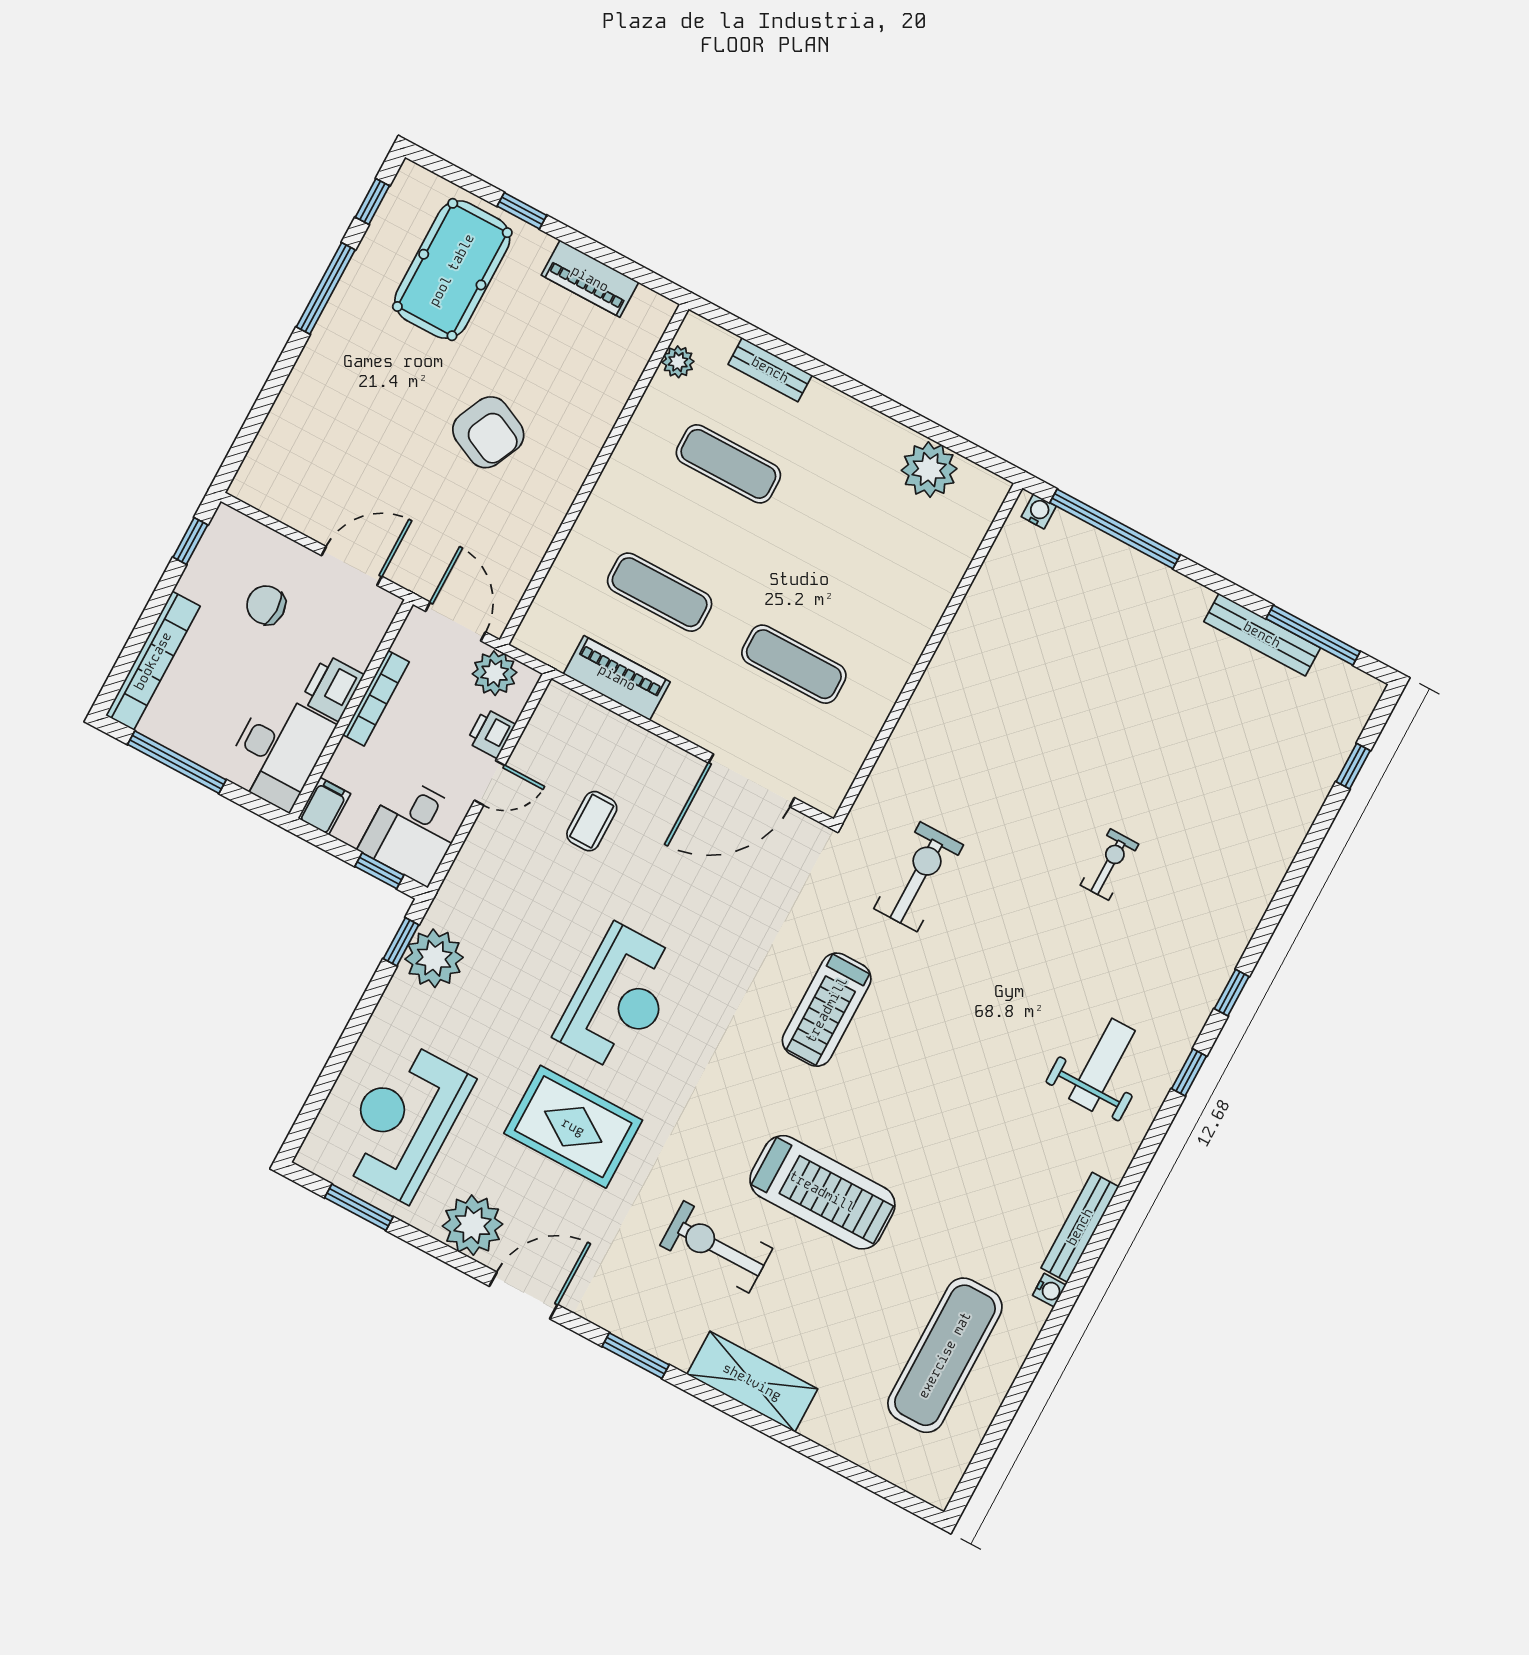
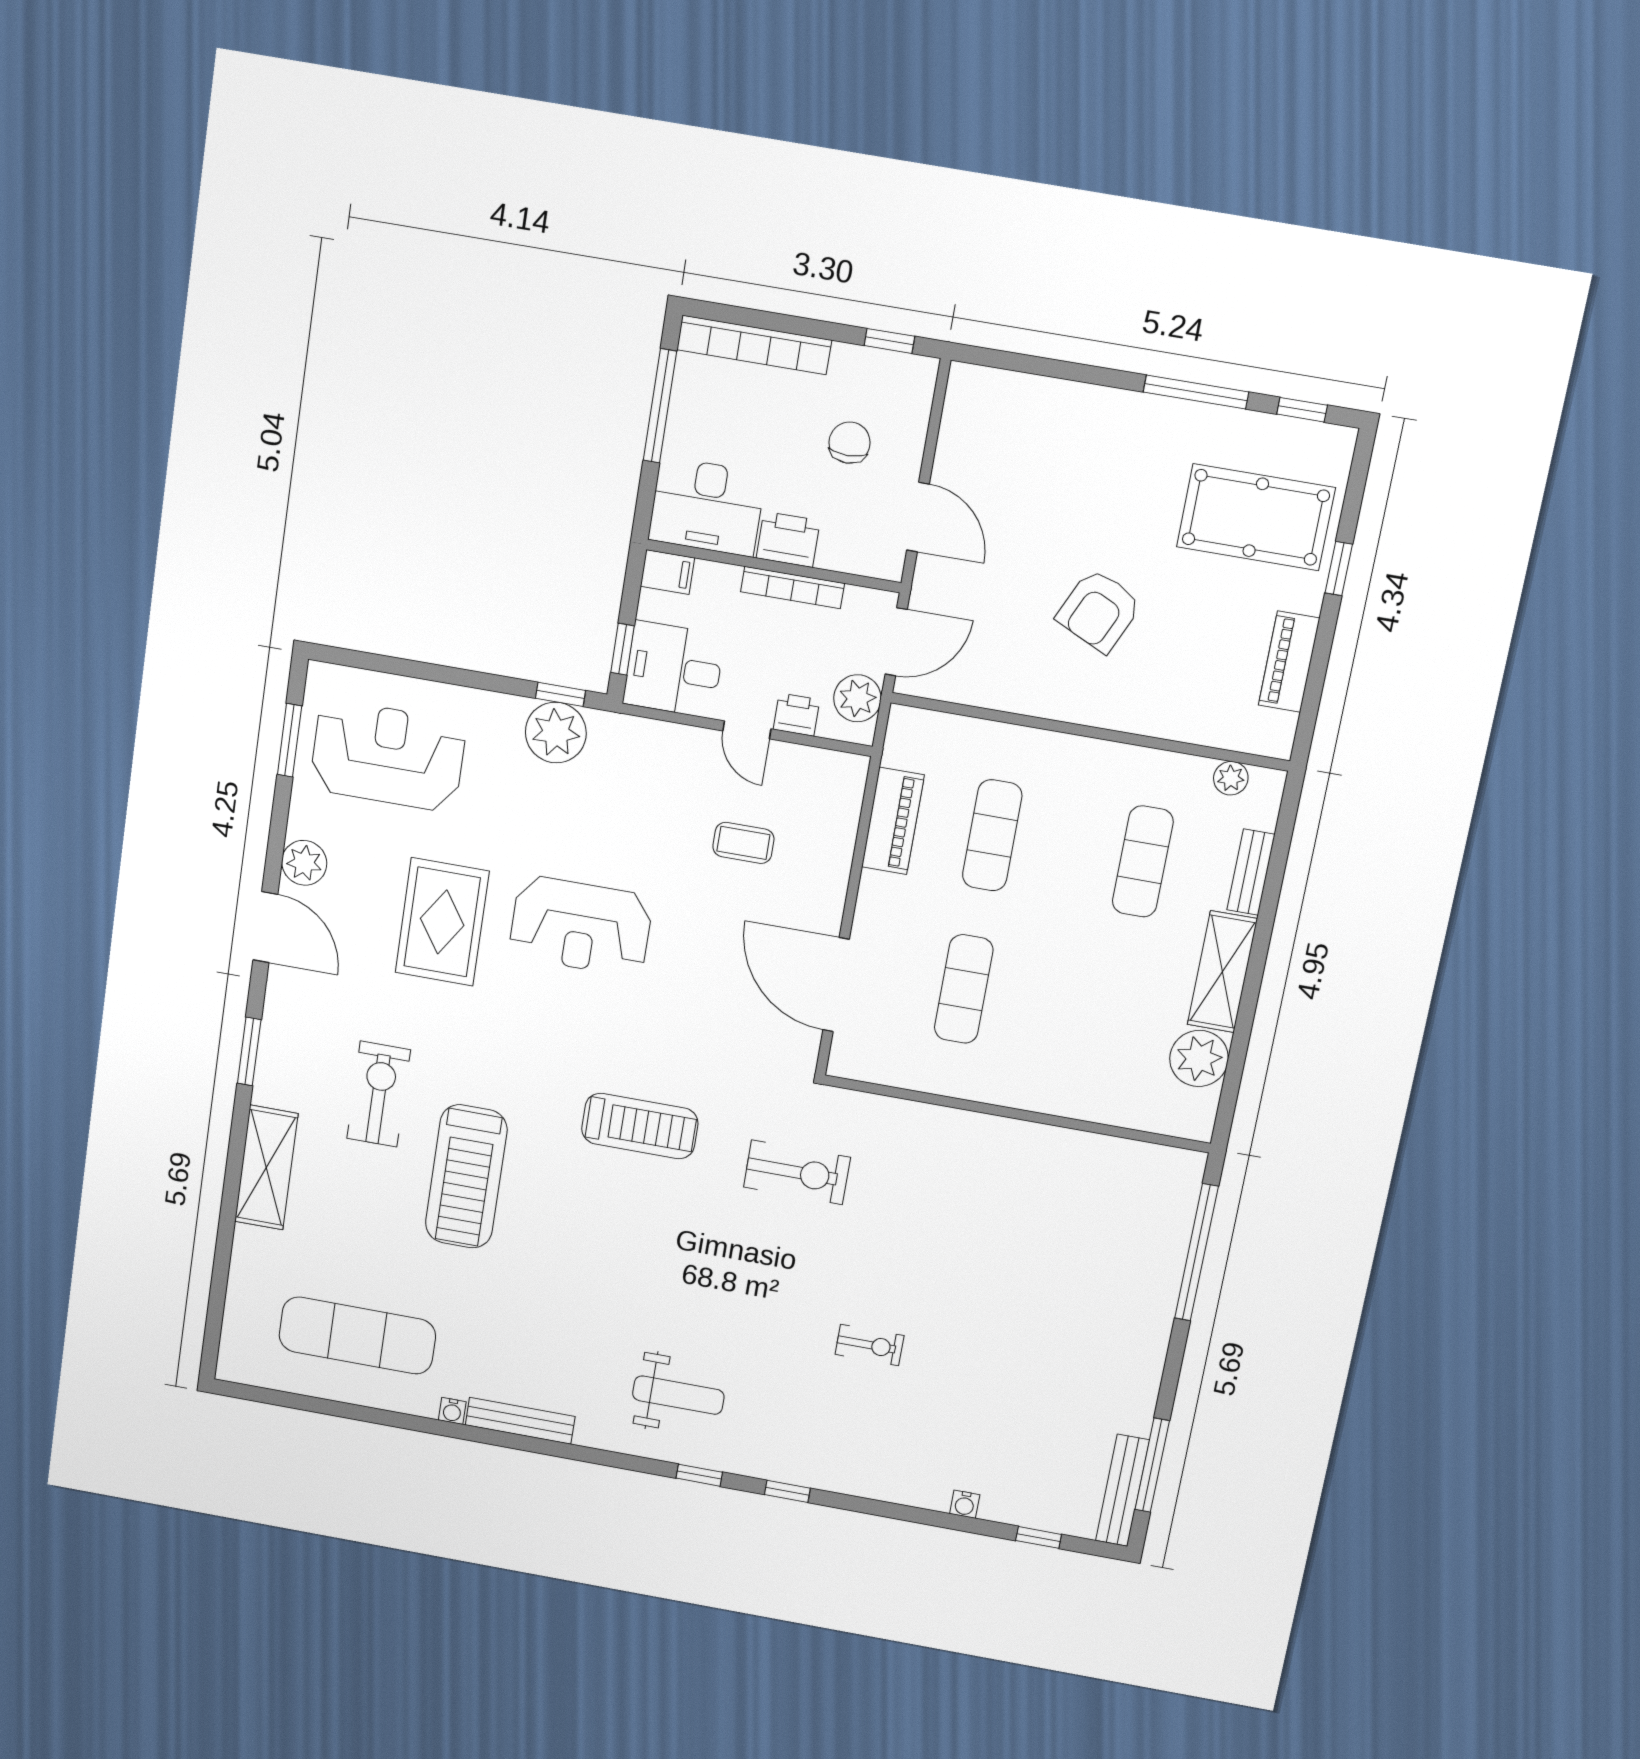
shelving: (854, 423) -> (1222, 972), added
water cooler: (1039, 511) -> (965, 1504), moved, turned 90
bench: (1262, 635) -> (1122, 1490), moved
treadmill: (827, 1010) -> (640, 1126), turned 180
plant: (473, 1225) -> (304, 863), width x0.73, depth x0.73

